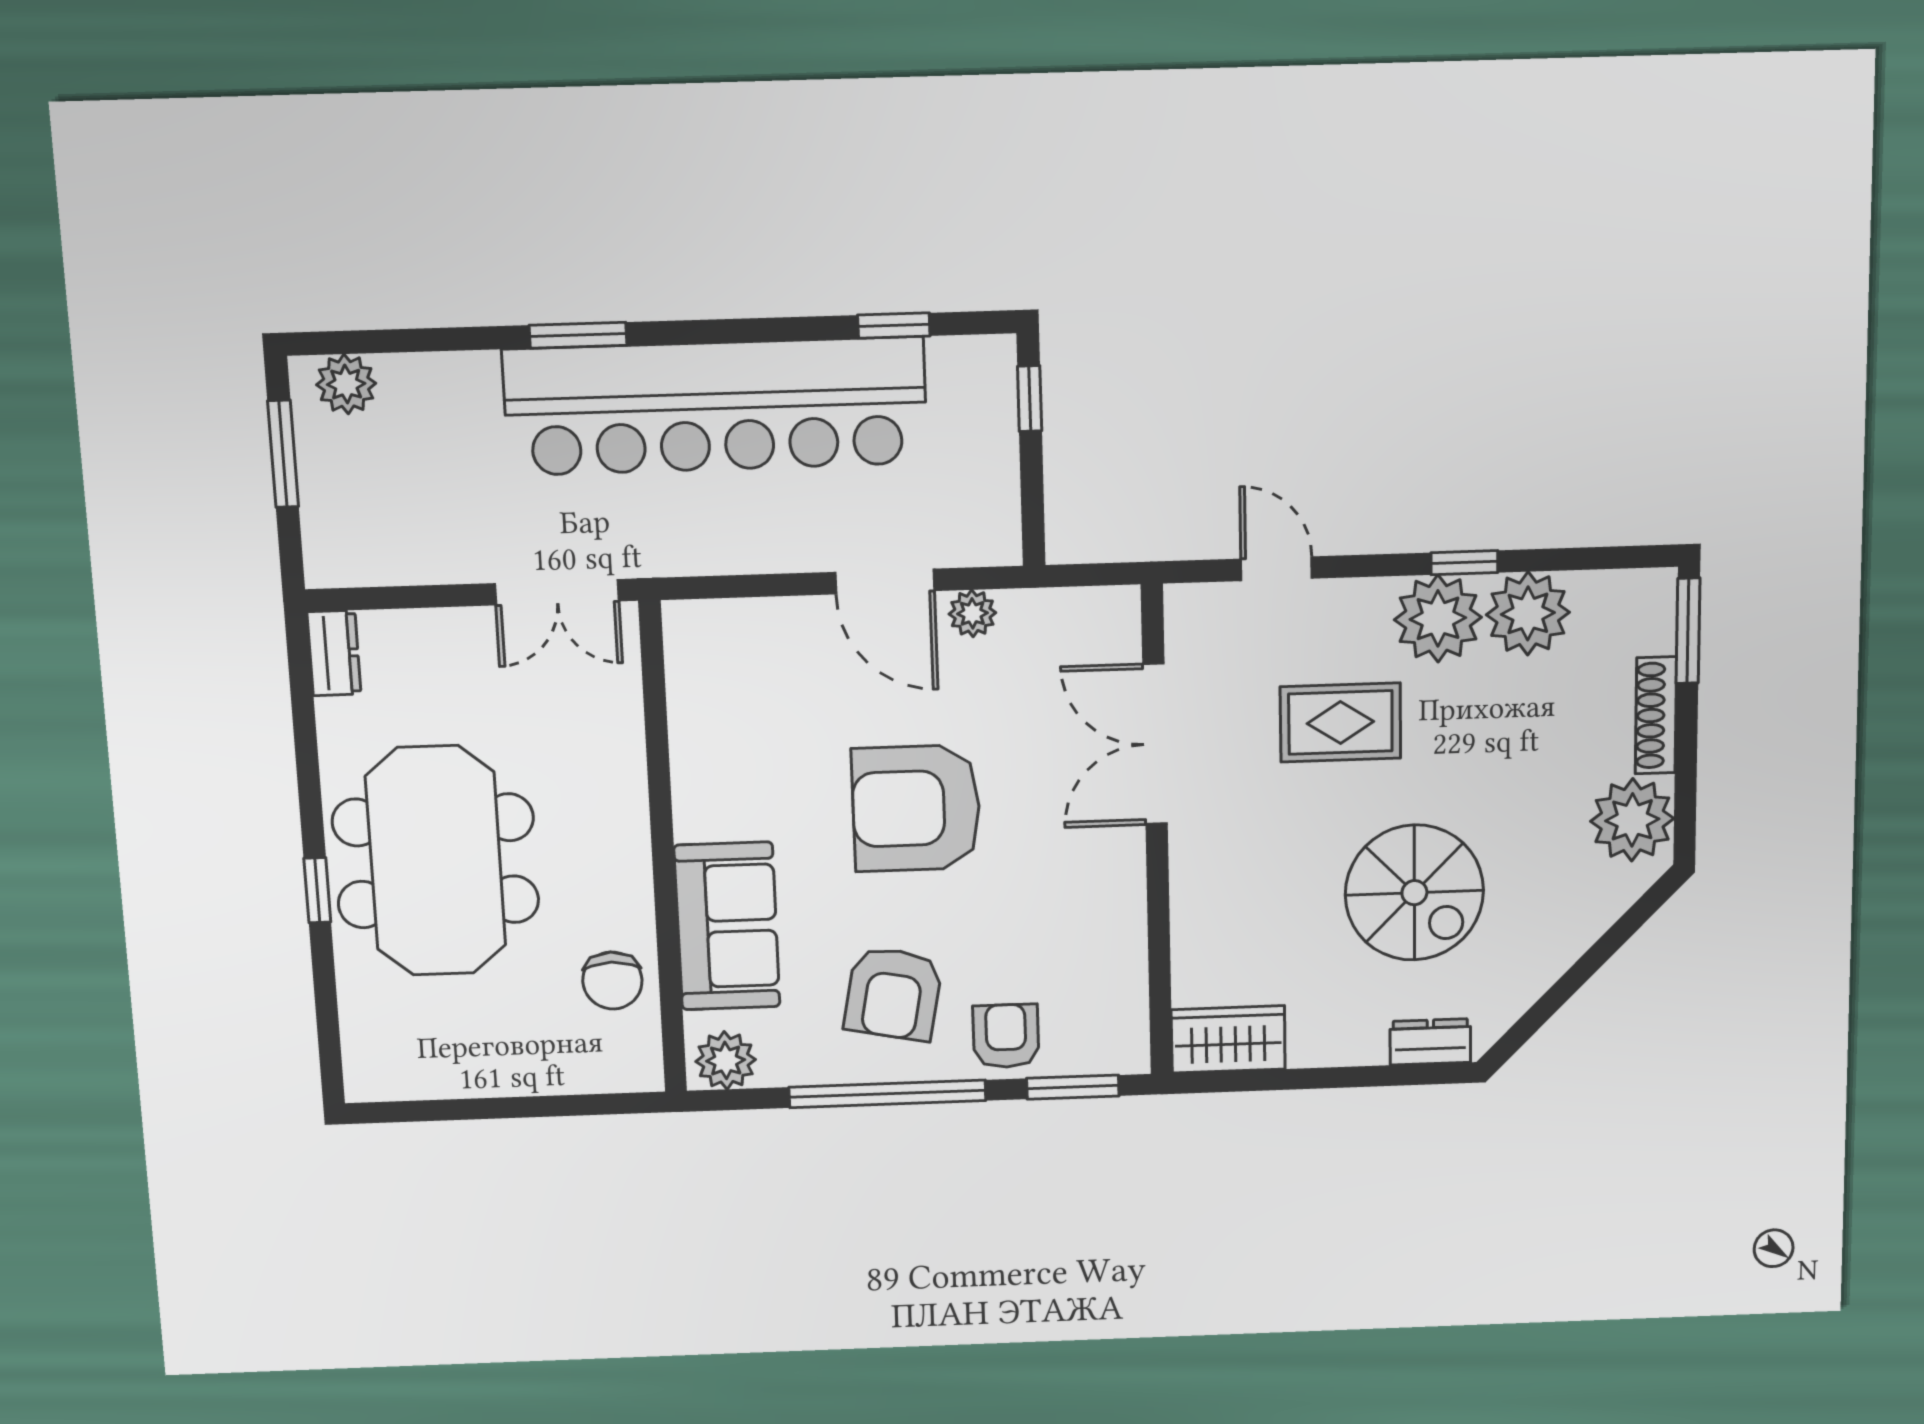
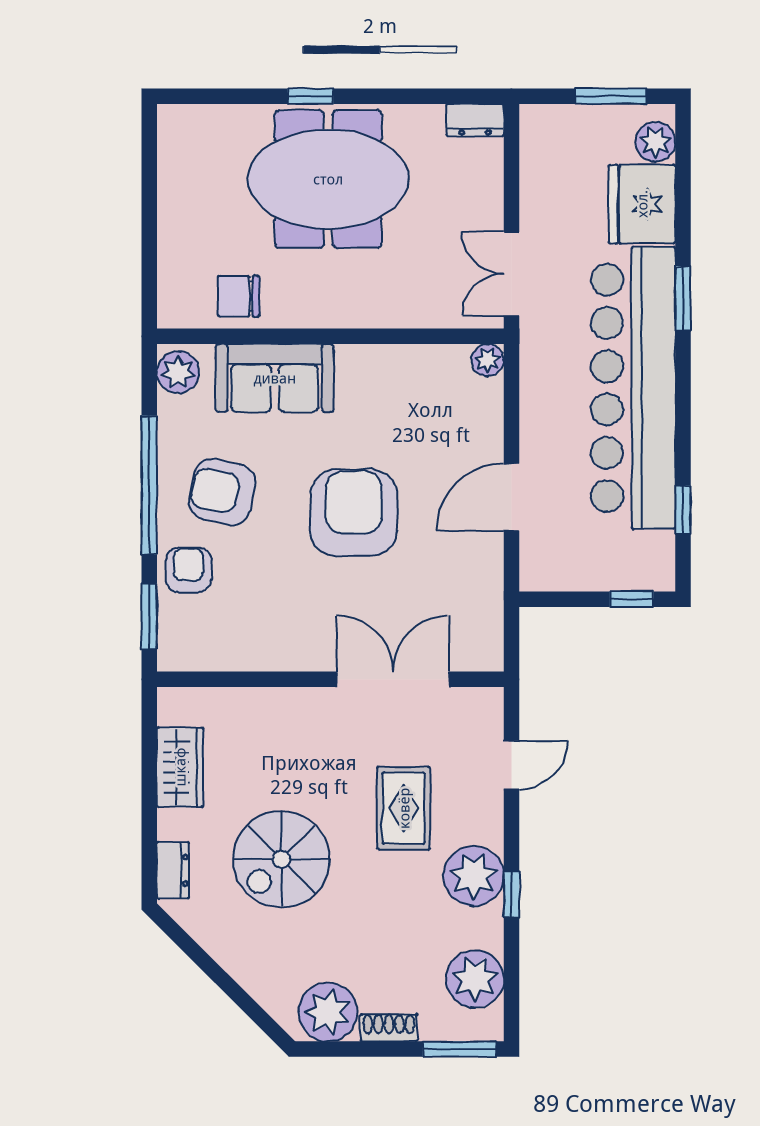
fridge: (441, 402) -> (642, 204), added
plant: (972, 613) -> (488, 360), moved
plant: (1528, 613) -> (475, 979), moved
shoe rack: (1656, 715) -> (389, 1028), width x0.70
armchair: (1006, 1036) -> (188, 570), turned -90
wardrobe: (1228, 1039) -> (180, 767), moved

